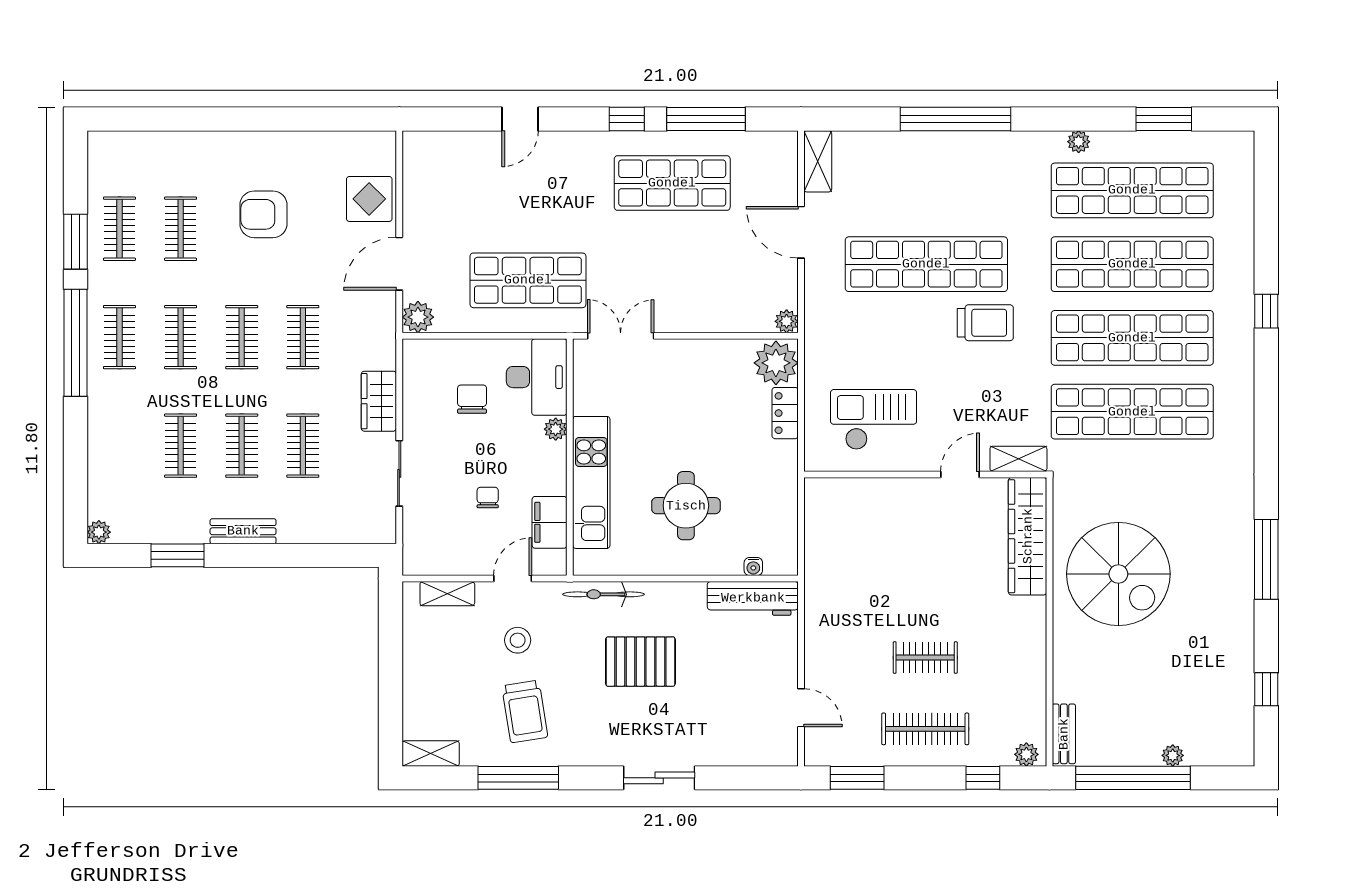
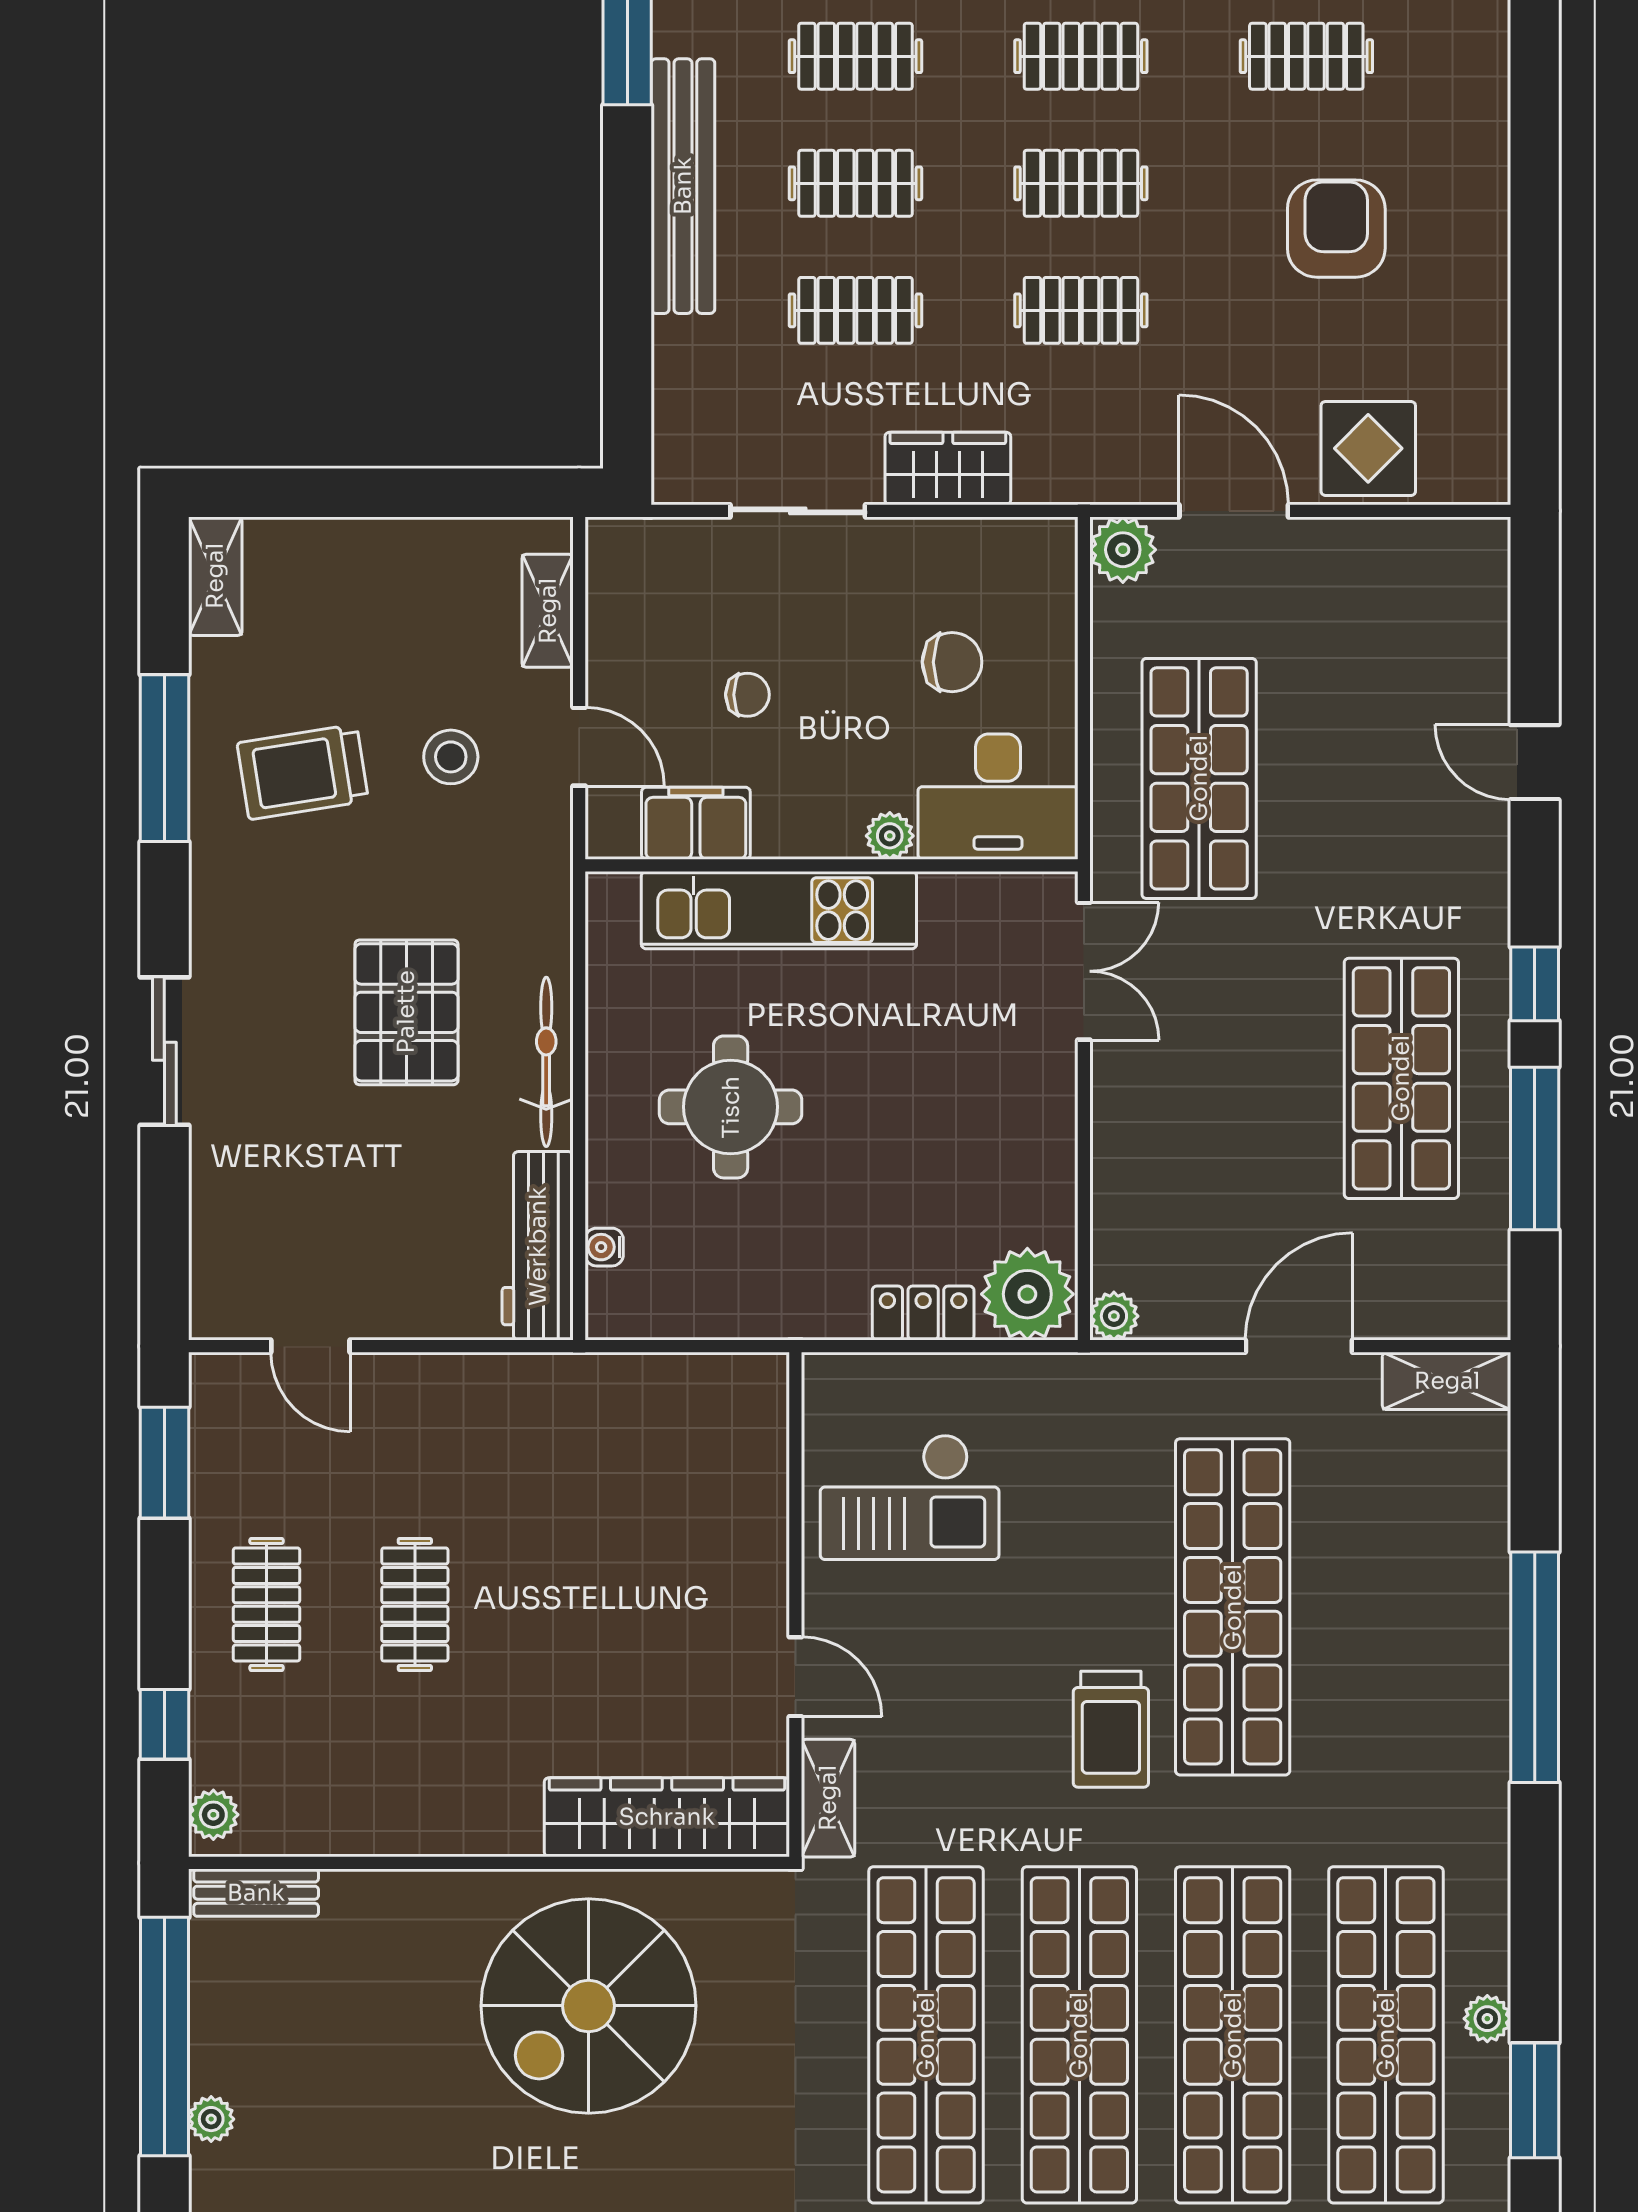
plant: (1079, 142) -> (1487, 2019), moved
checkout: (874, 420) -> (910, 1497), turned 90
bench: (243, 531) -> (683, 186), width x1.86, depth x1.21
bicycle: (604, 594) -> (546, 1062), moved
door: (801, 708) -> (310, 1346), hinge flipped
clothes rail: (925, 729) -> (266, 1604), width x0.73

